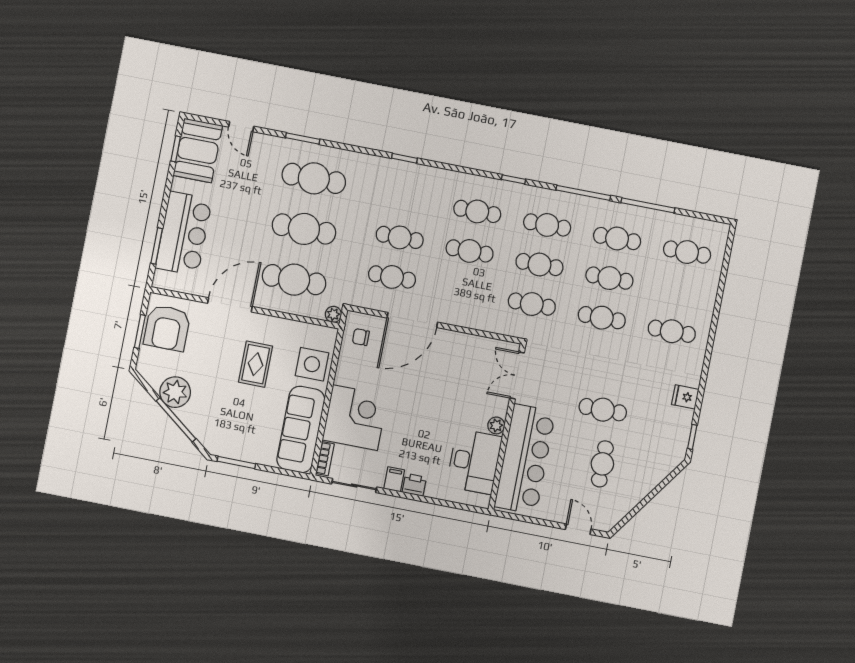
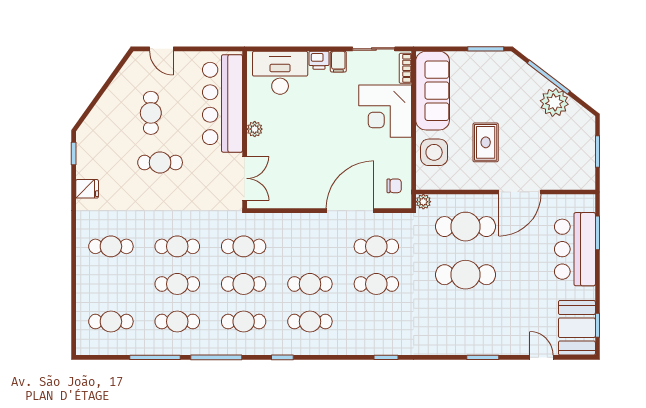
cafe table: (314, 178) -> (465, 323), removed
armchair: (167, 328) -> (573, 160), removed
desk: (474, 461) -> (280, 73), moved, turned 90

